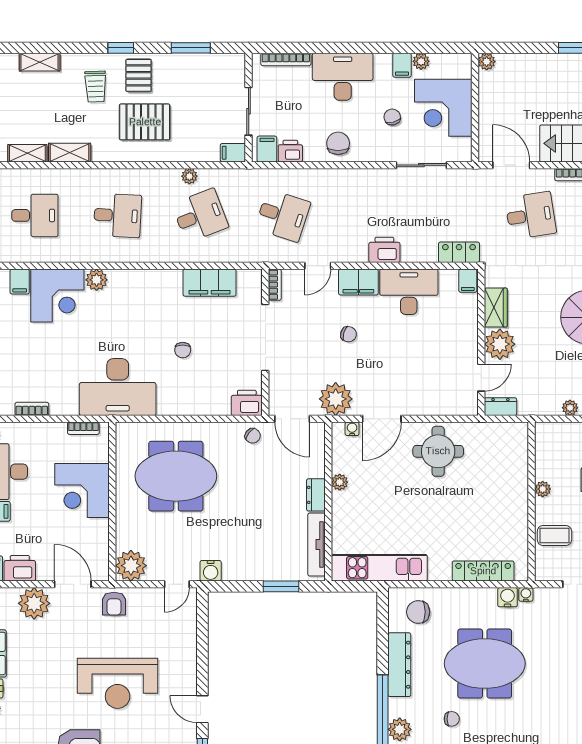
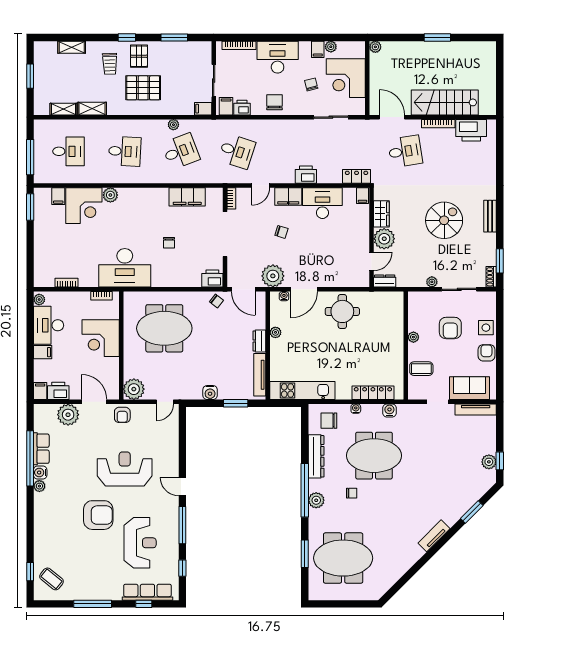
water cooler: (211, 571) -> (210, 393), moved
water cooler: (526, 594) -> (356, 409), moved
reception desk: (118, 683) -> (125, 469), turned 180

